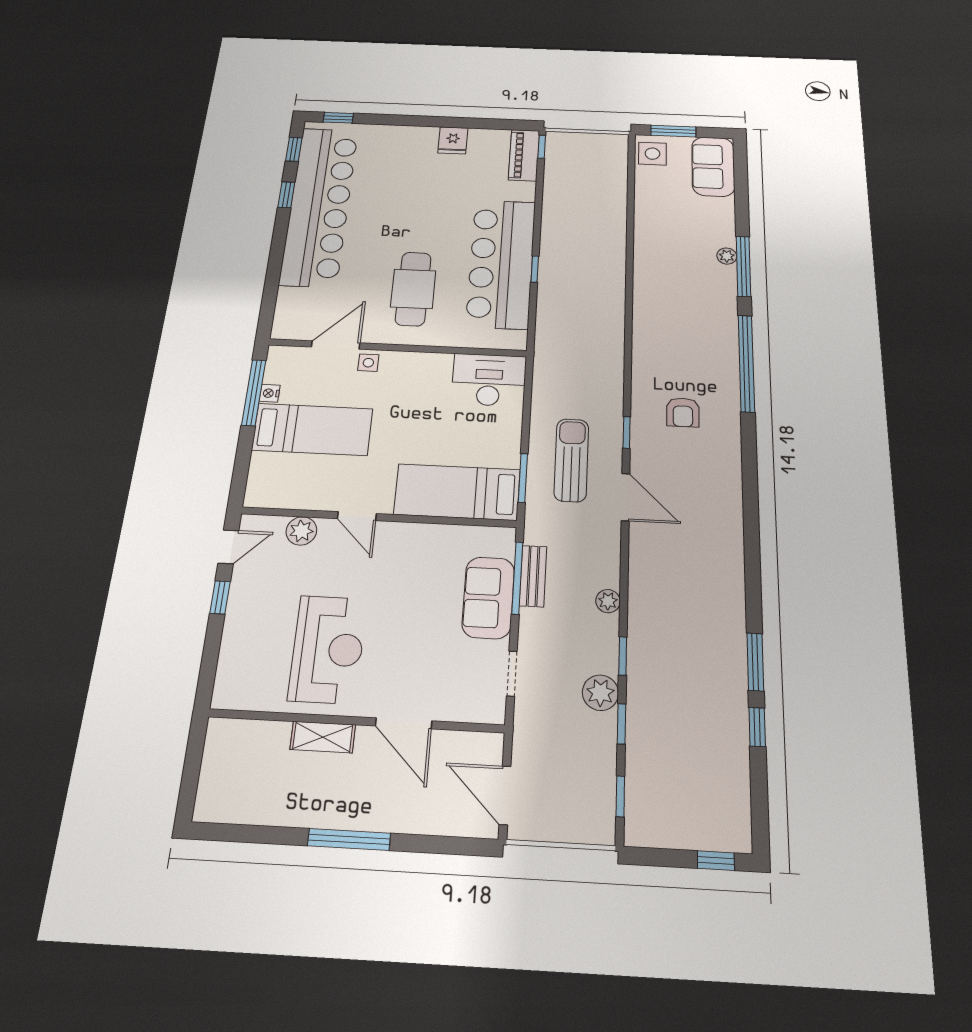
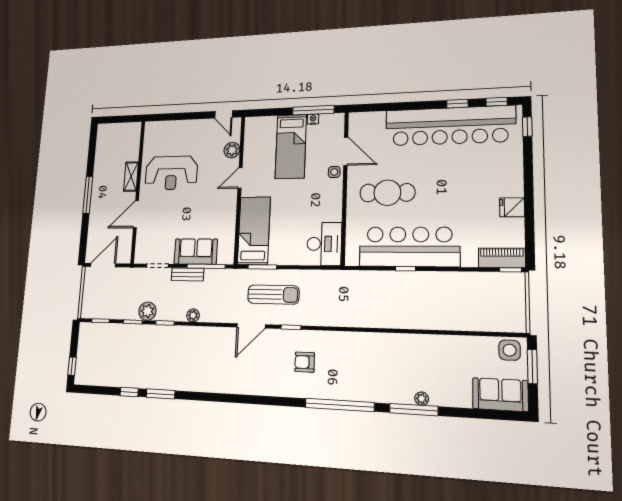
bench: (533, 576) -> (188, 274), moved
window: (220, 597) -> (198, 116), removed

